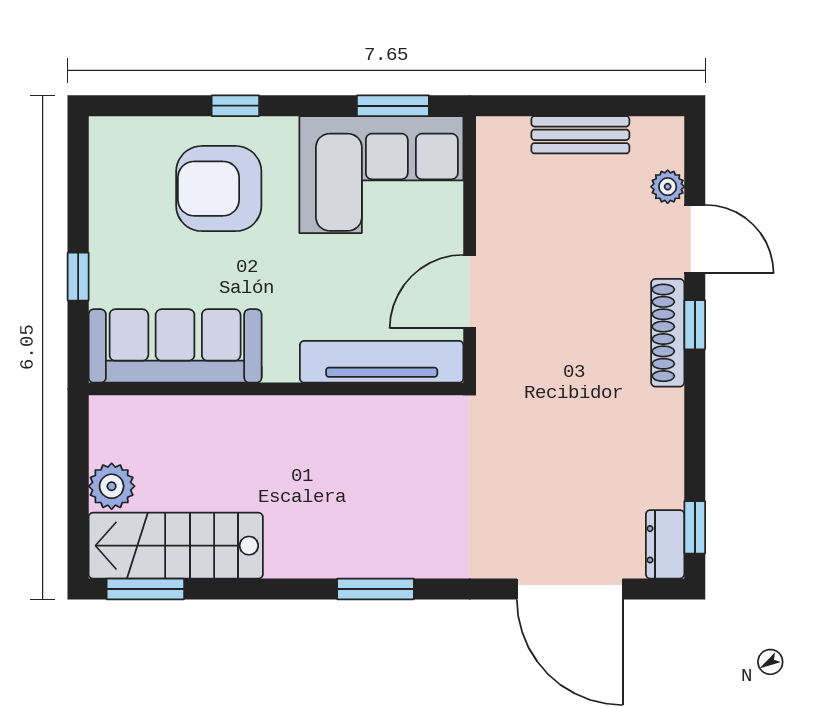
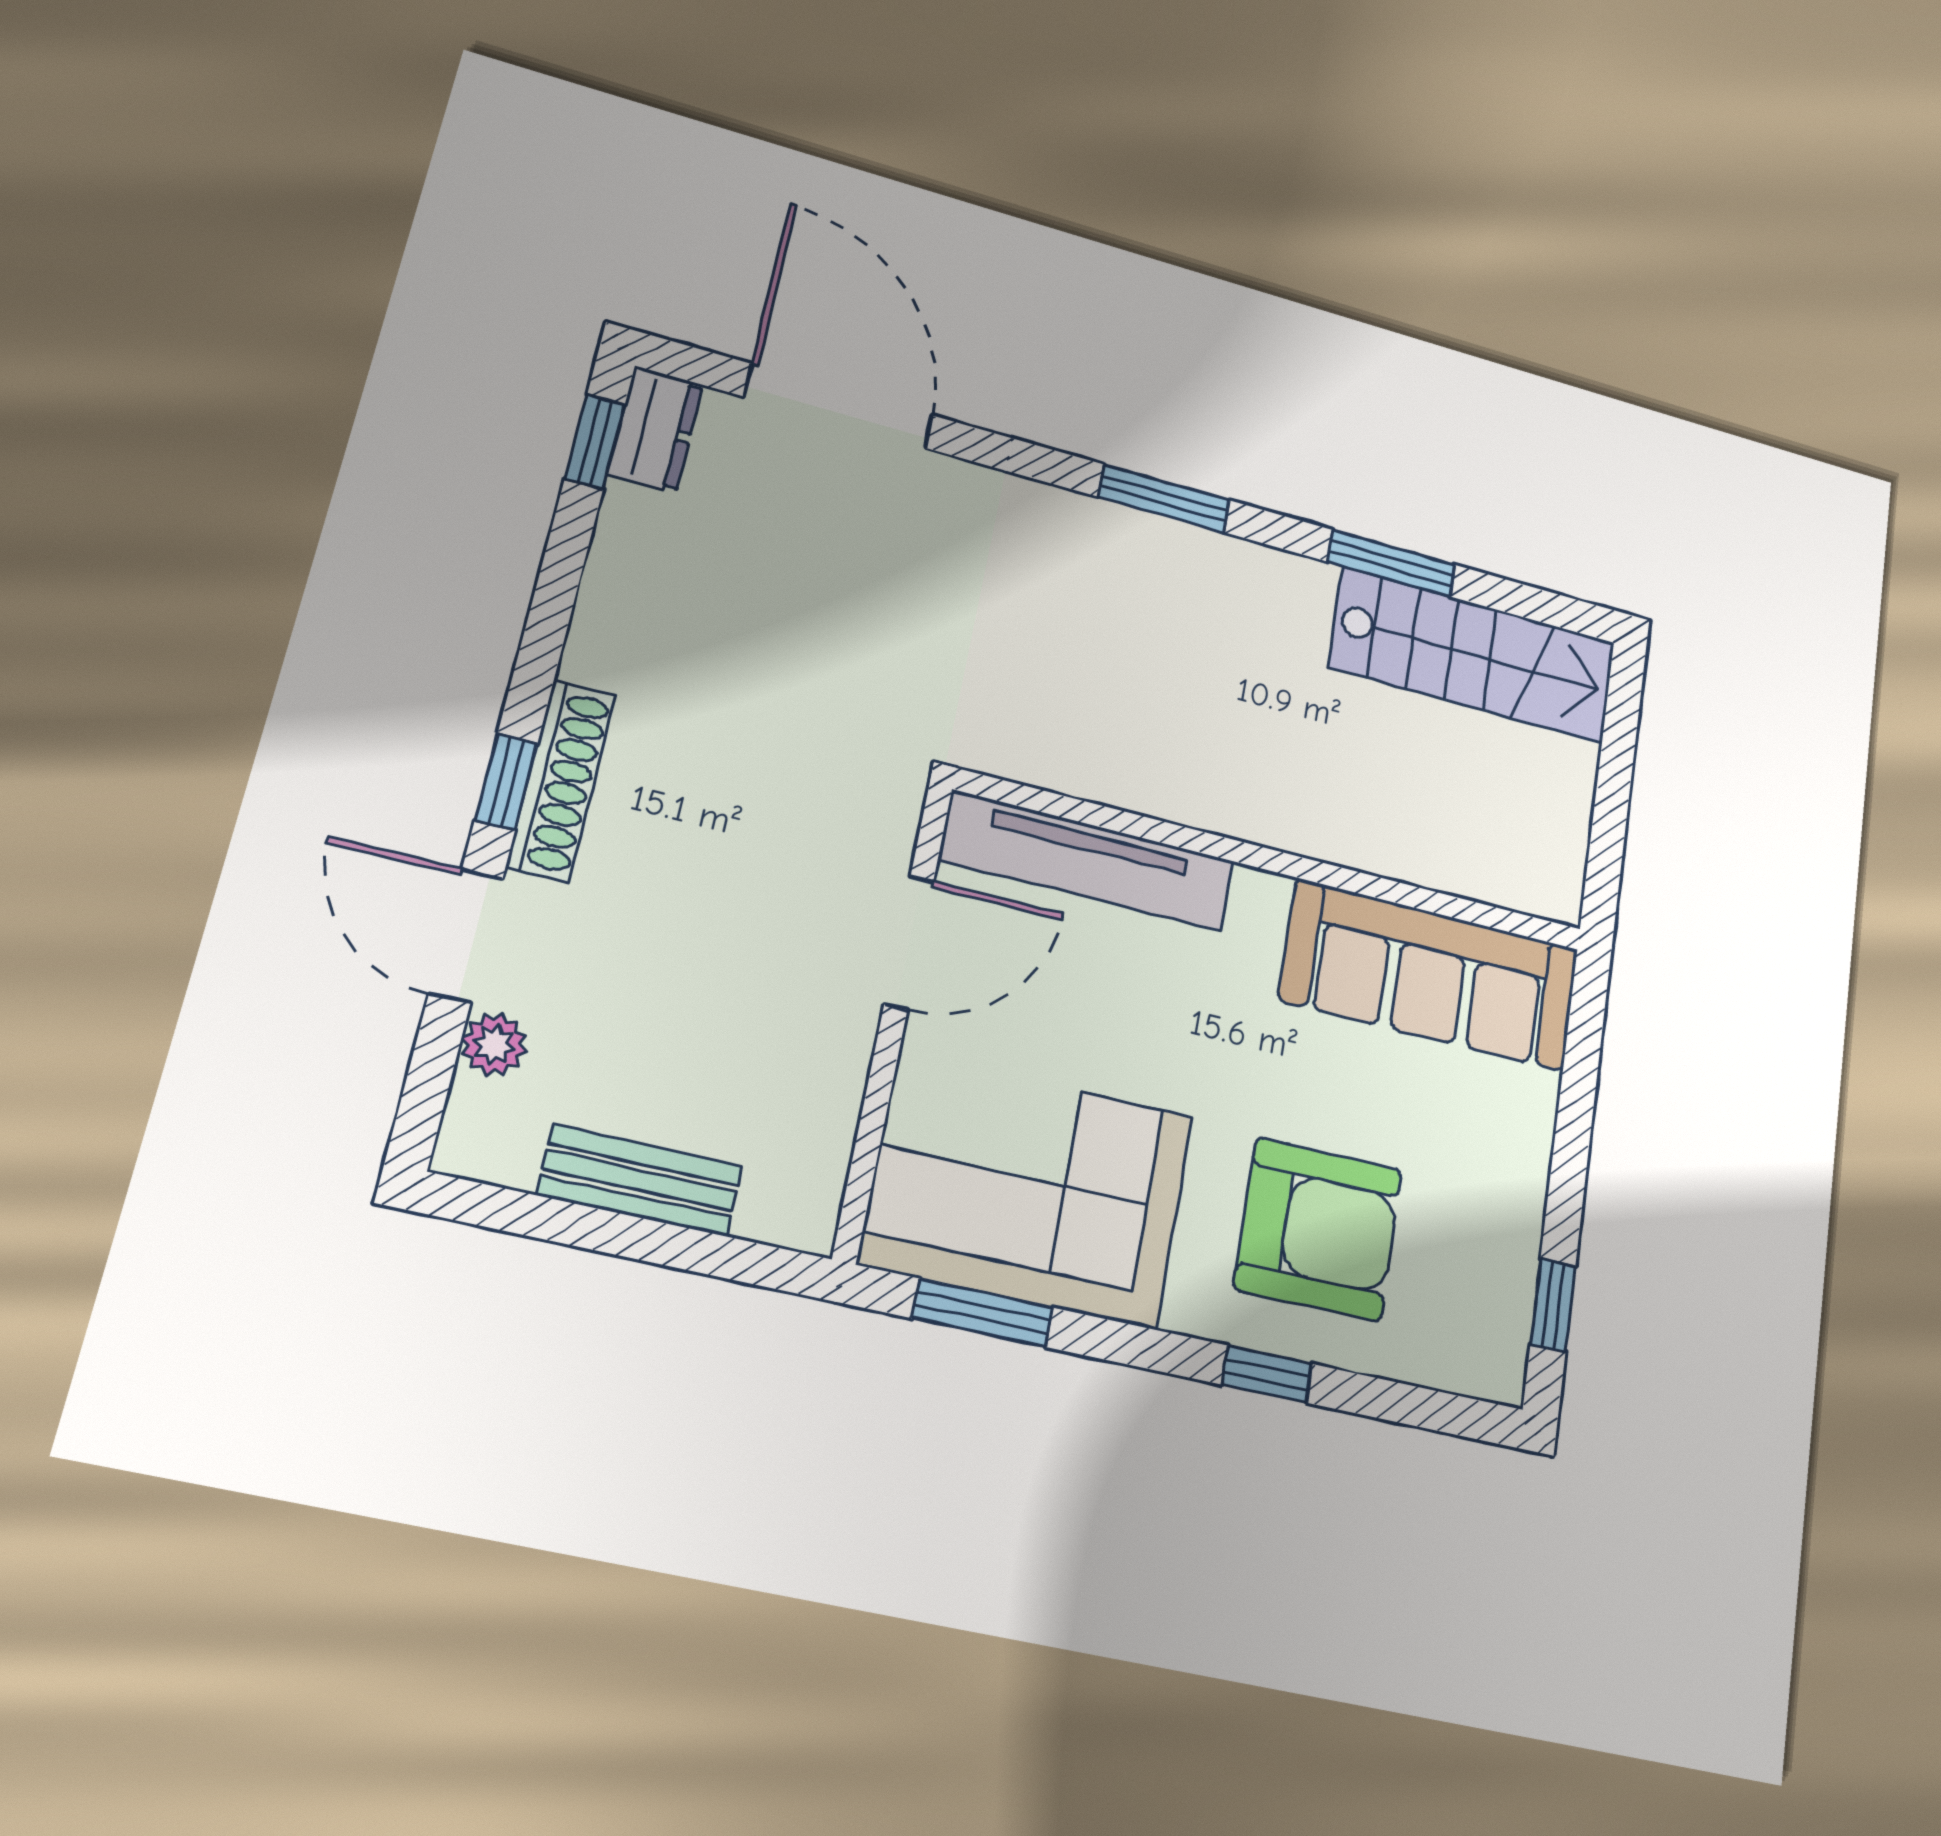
window: (78, 277) -> (1553, 1305), moved
plant: (112, 486) -> (1561, 775), removed
window: (145, 589) -> (1392, 563), moved

